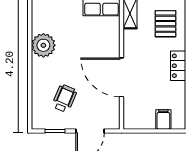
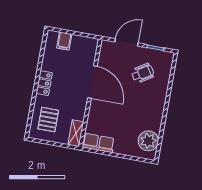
plant: (43, 45) -> (148, 141), moved
wheelchair: (64, 98) -> (143, 73), turned -145

